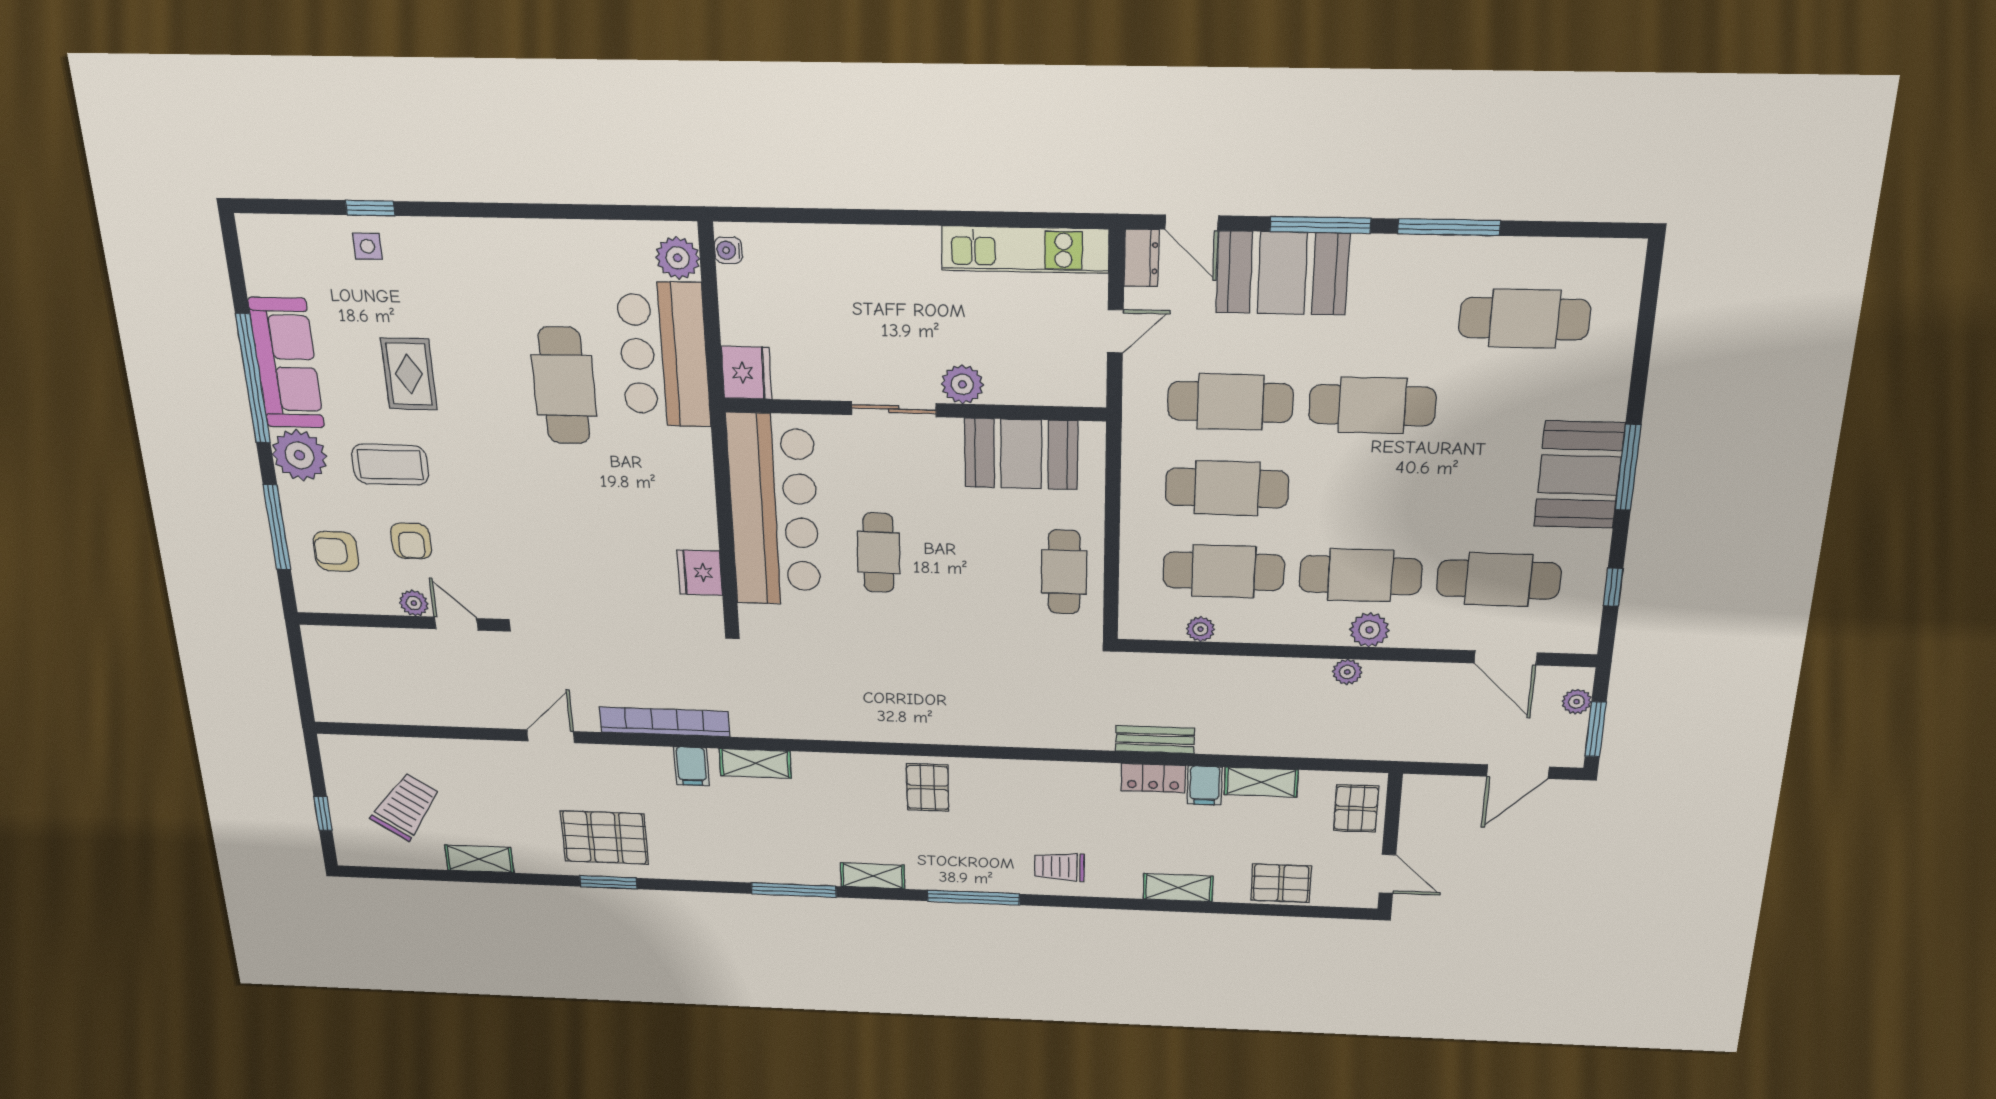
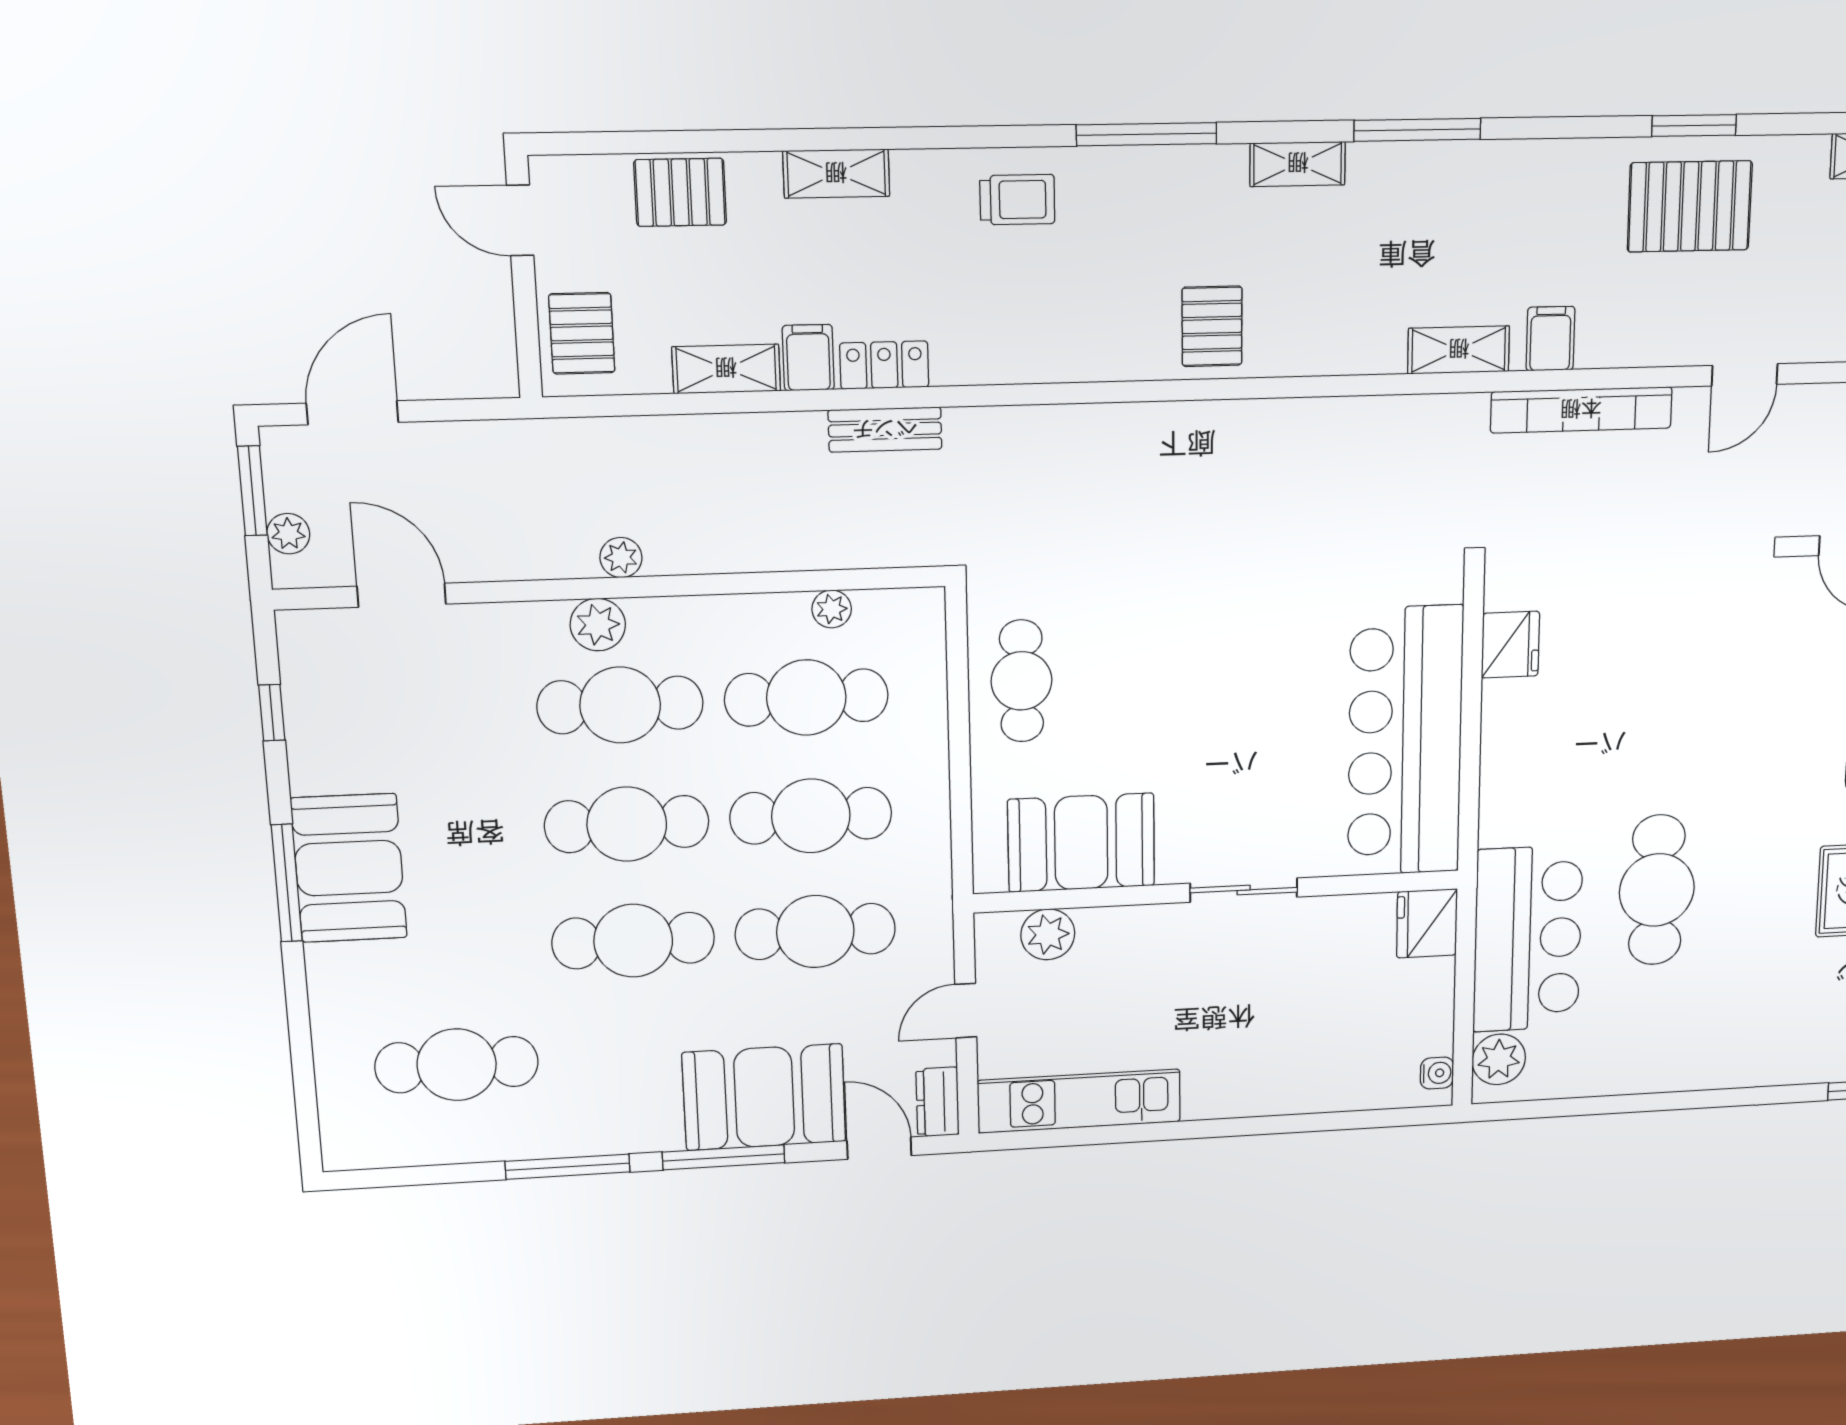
plant: (962, 384) -> (1048, 934), moved
cafe table: (878, 553) -> (1270, 691), removed
cafe table: (1499, 579) -> (627, 824), moved

